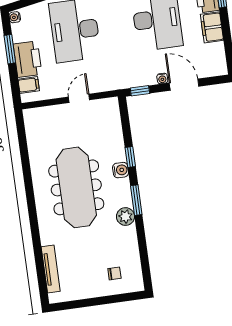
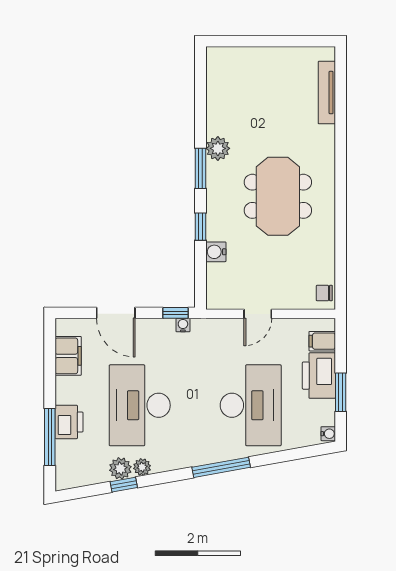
filing cabinet: (212, 27) -> (68, 356), moved
water cooler: (162, 78) -> (183, 325), moved
water cooler: (121, 170) -> (216, 252), moved
meeting table: (76, 187) -> (278, 196), width x0.73
chair: (114, 273) -> (324, 293), moved

